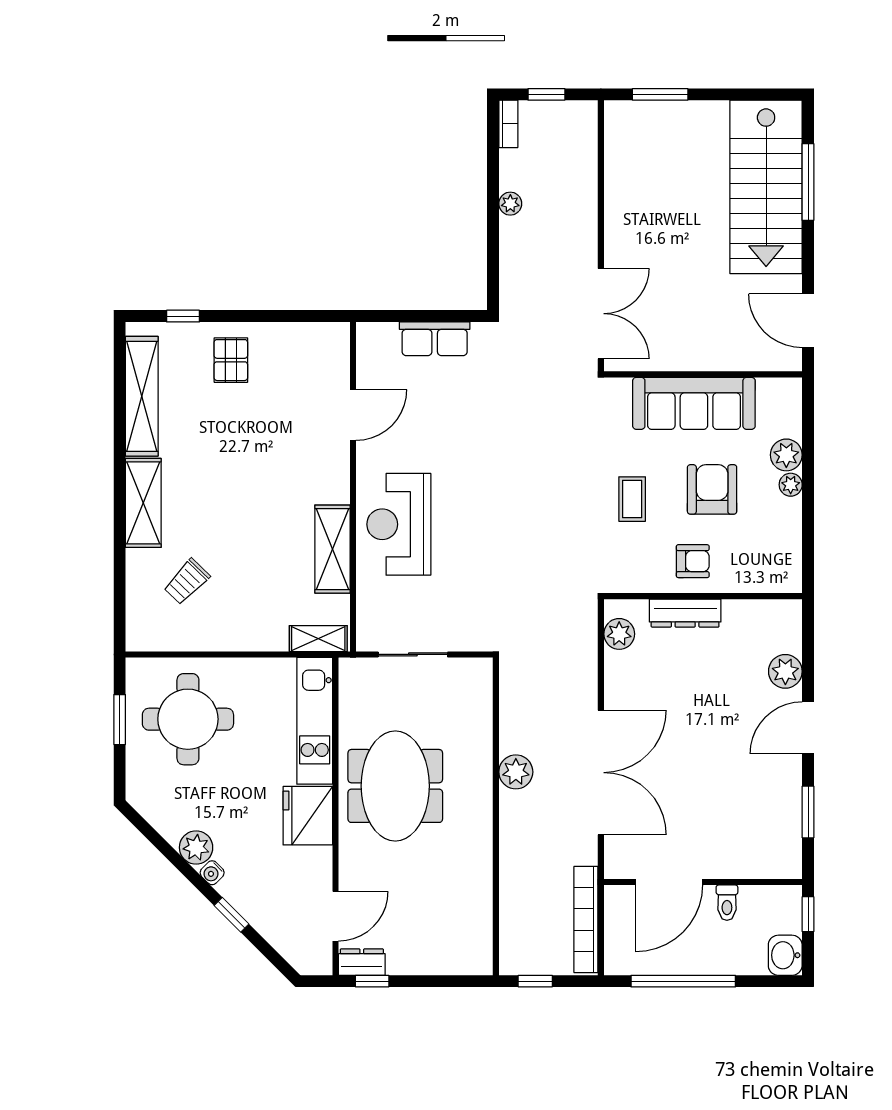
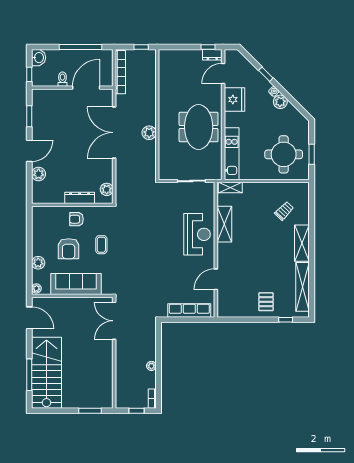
row of seats: (435, 339) -> (189, 310), width x1.48
plant: (791, 485) -> (36, 288), moved
fridge: (308, 816) -> (234, 100), moved

